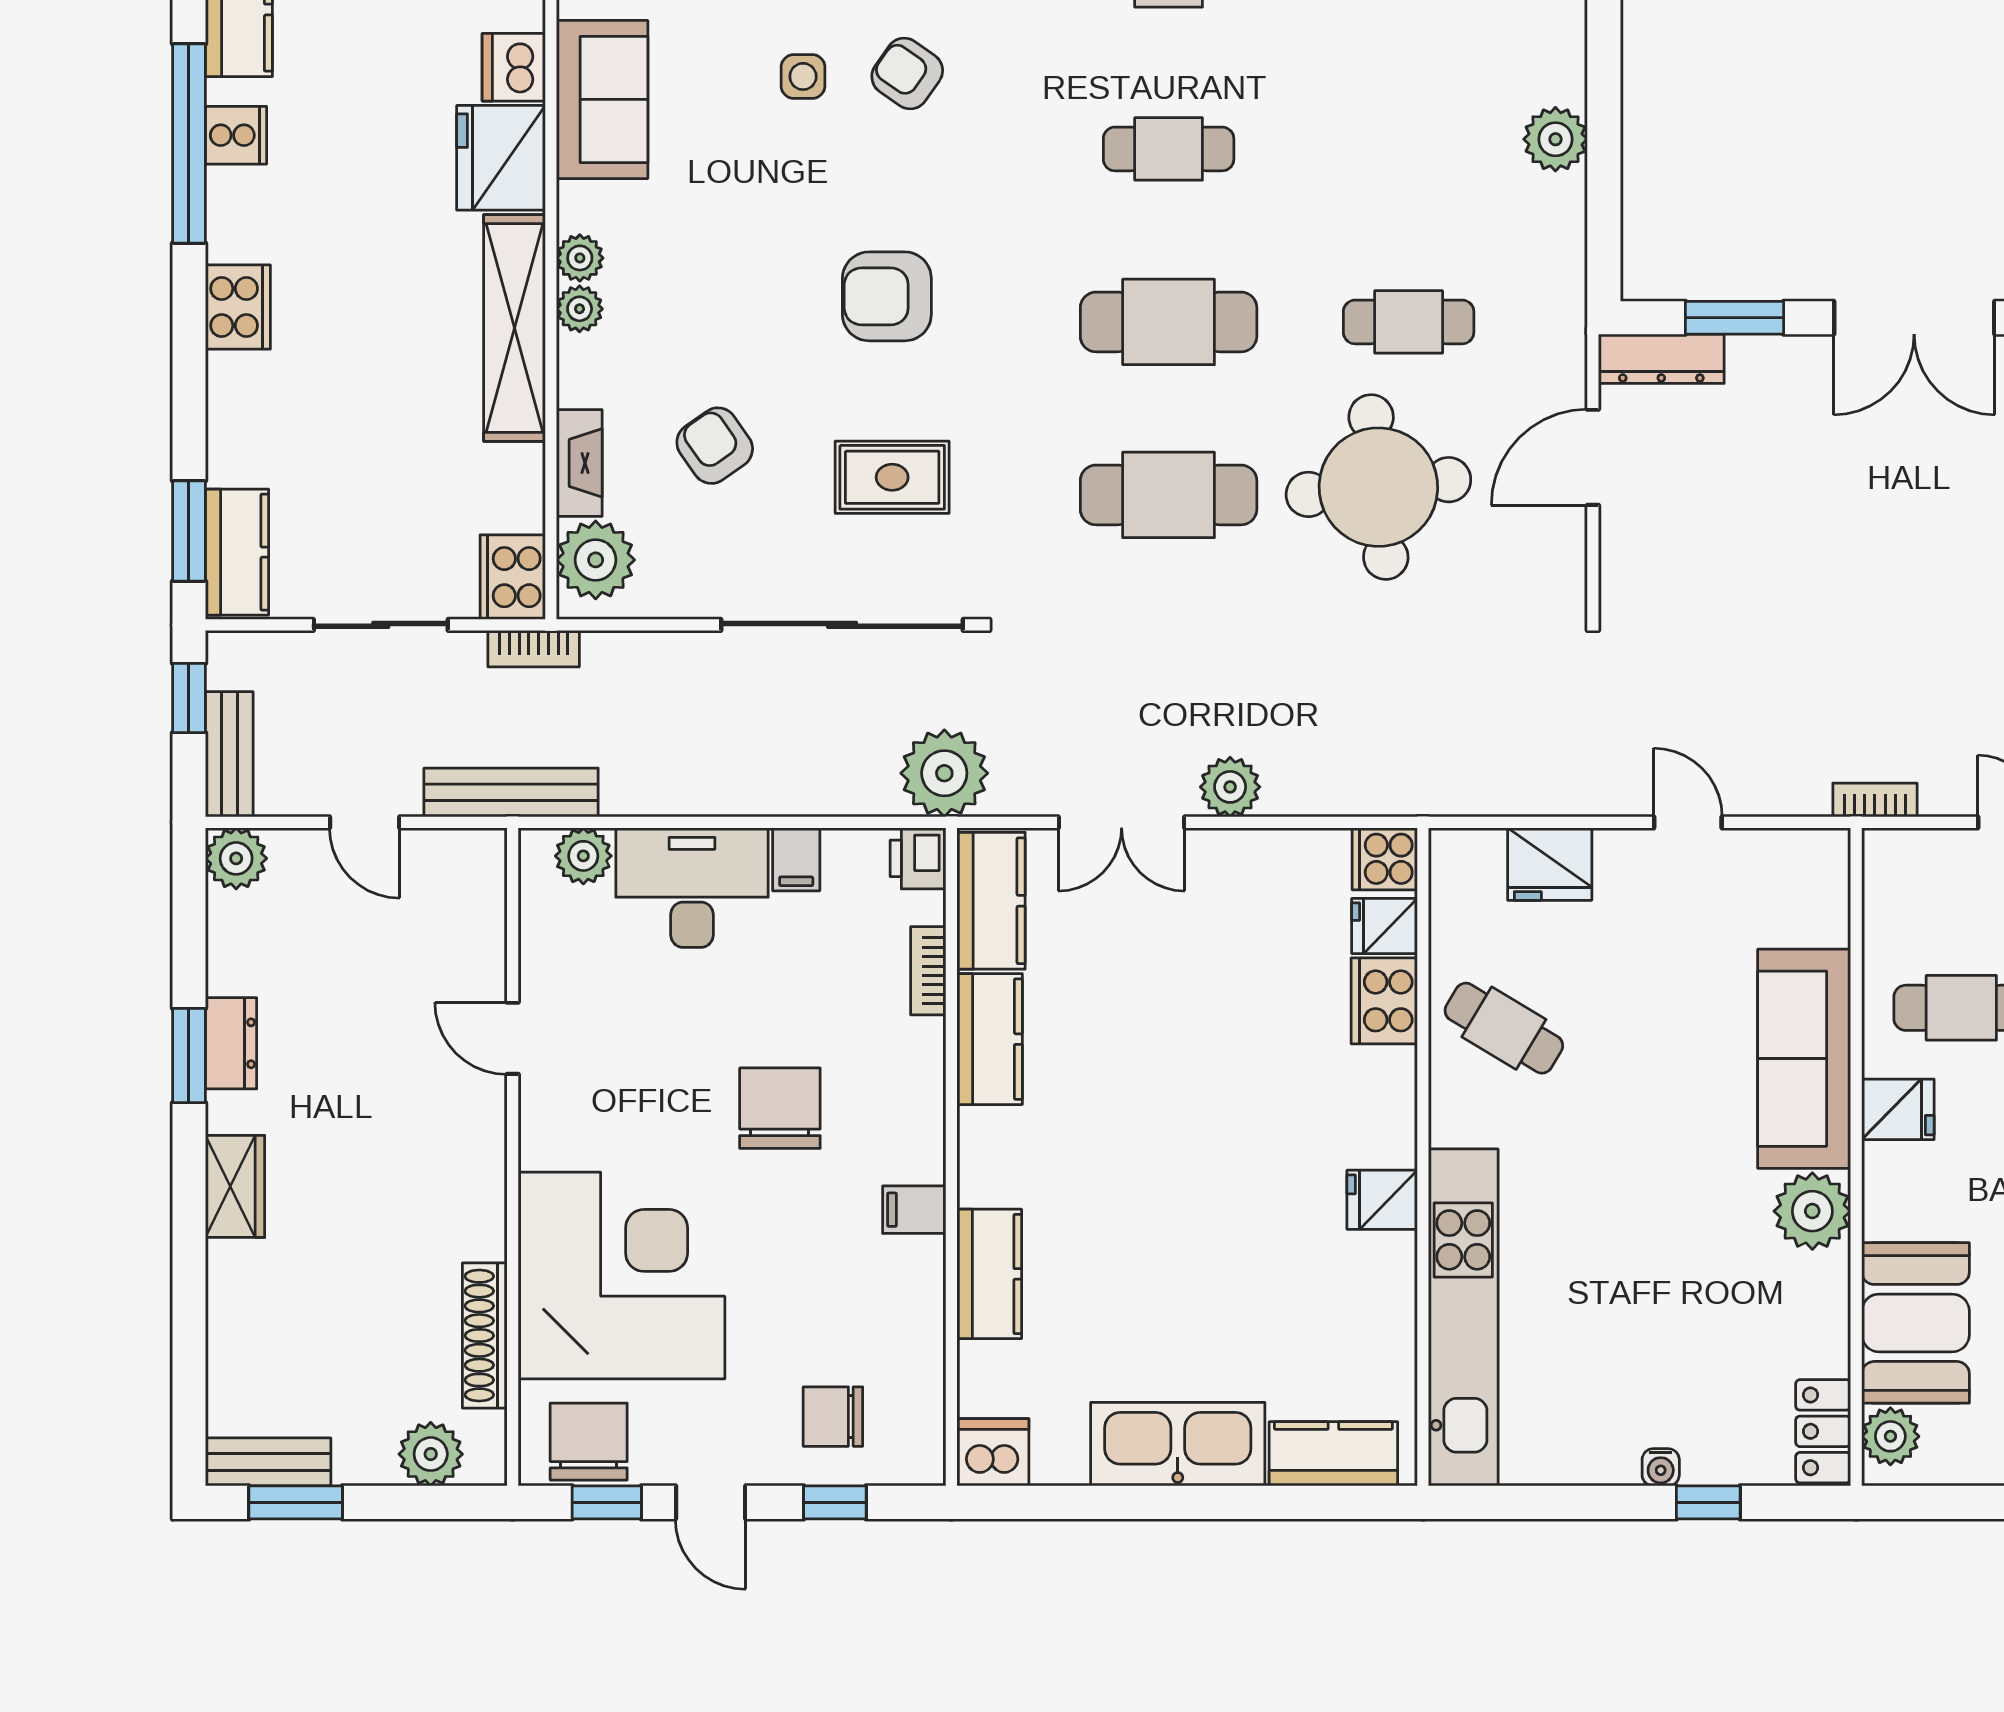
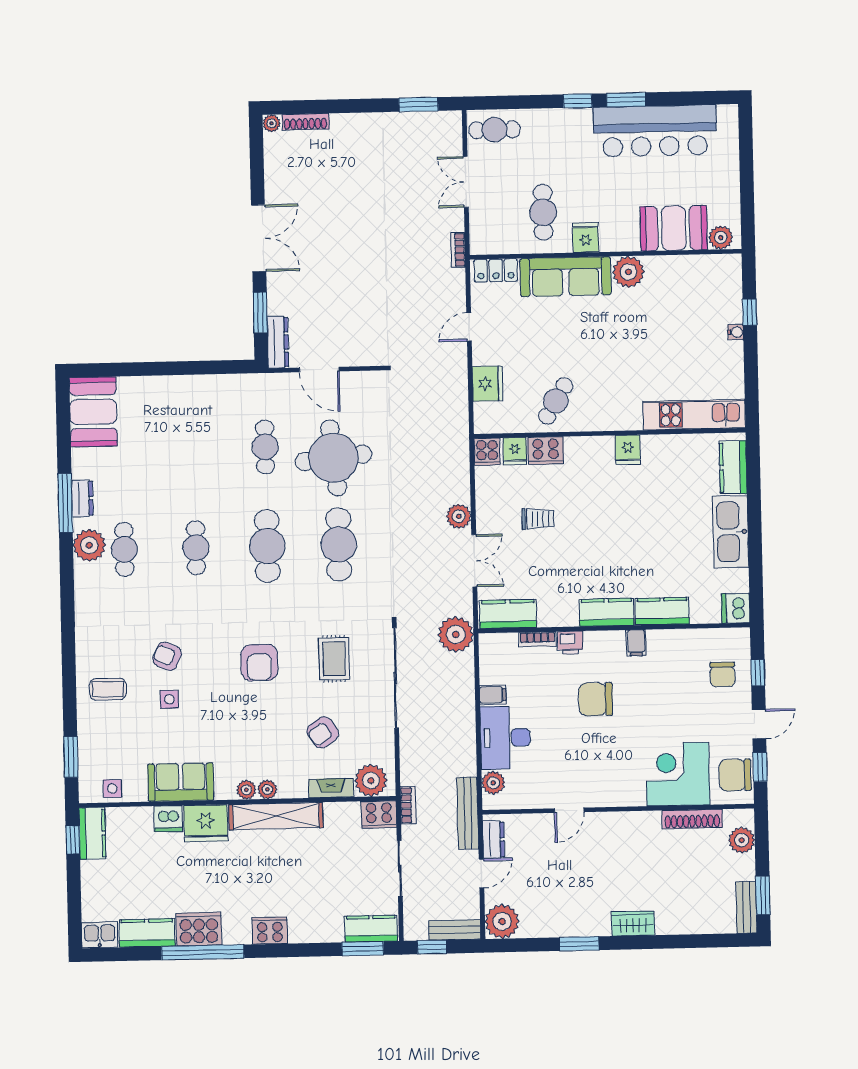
armchair: (907, 74) -> (167, 656), turned 79
cooker: (236, 135) -> (199, 929), width x1.87, depth x1.31
plant: (1555, 139) -> (188, 388), removed
plant: (236, 858) -> (502, 921), width x1.36, depth x1.36
printer: (918, 858) -> (570, 643), moved
trolley: (1220, 979) -> (538, 519), added
kitchen counter: (990, 1039) -> (606, 612), moved
dresser: (231, 1043) -> (494, 840), moved, turned 90
corner desk: (621, 1276) -> (678, 774), width x0.74, depth x0.74
kitchen unit: (1463, 1317) -> (694, 415), width x0.73
locker: (1823, 1431) -> (496, 270), moved

